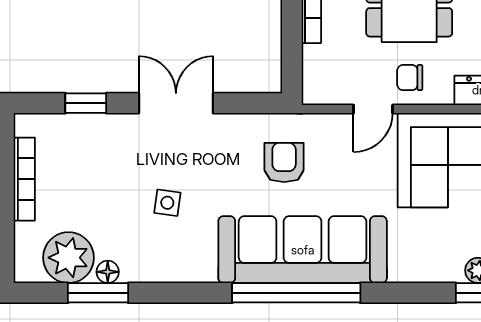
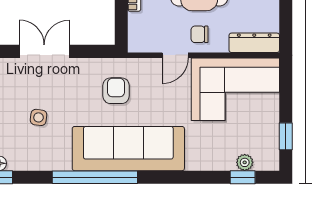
window: (296, 293) -> (95, 177), moved

